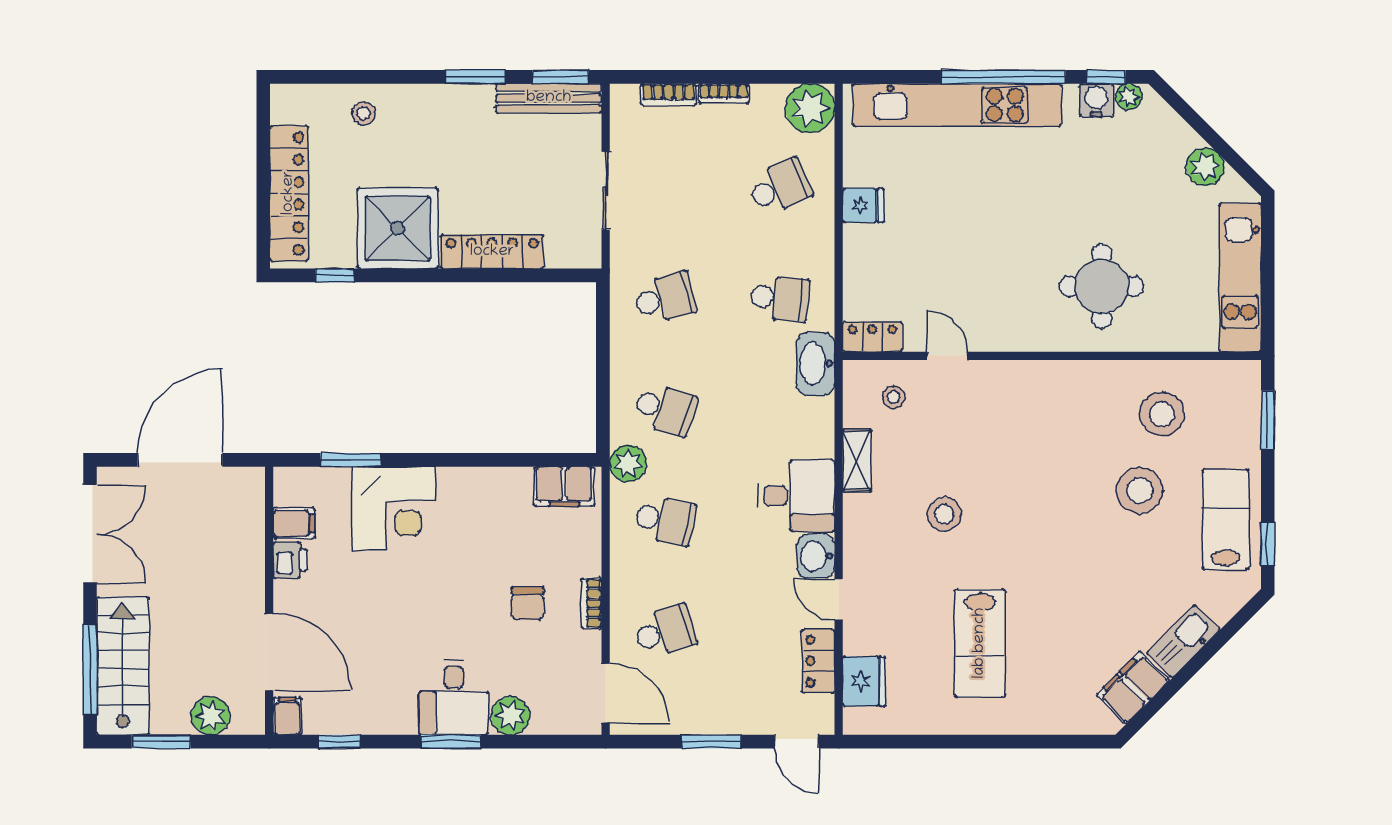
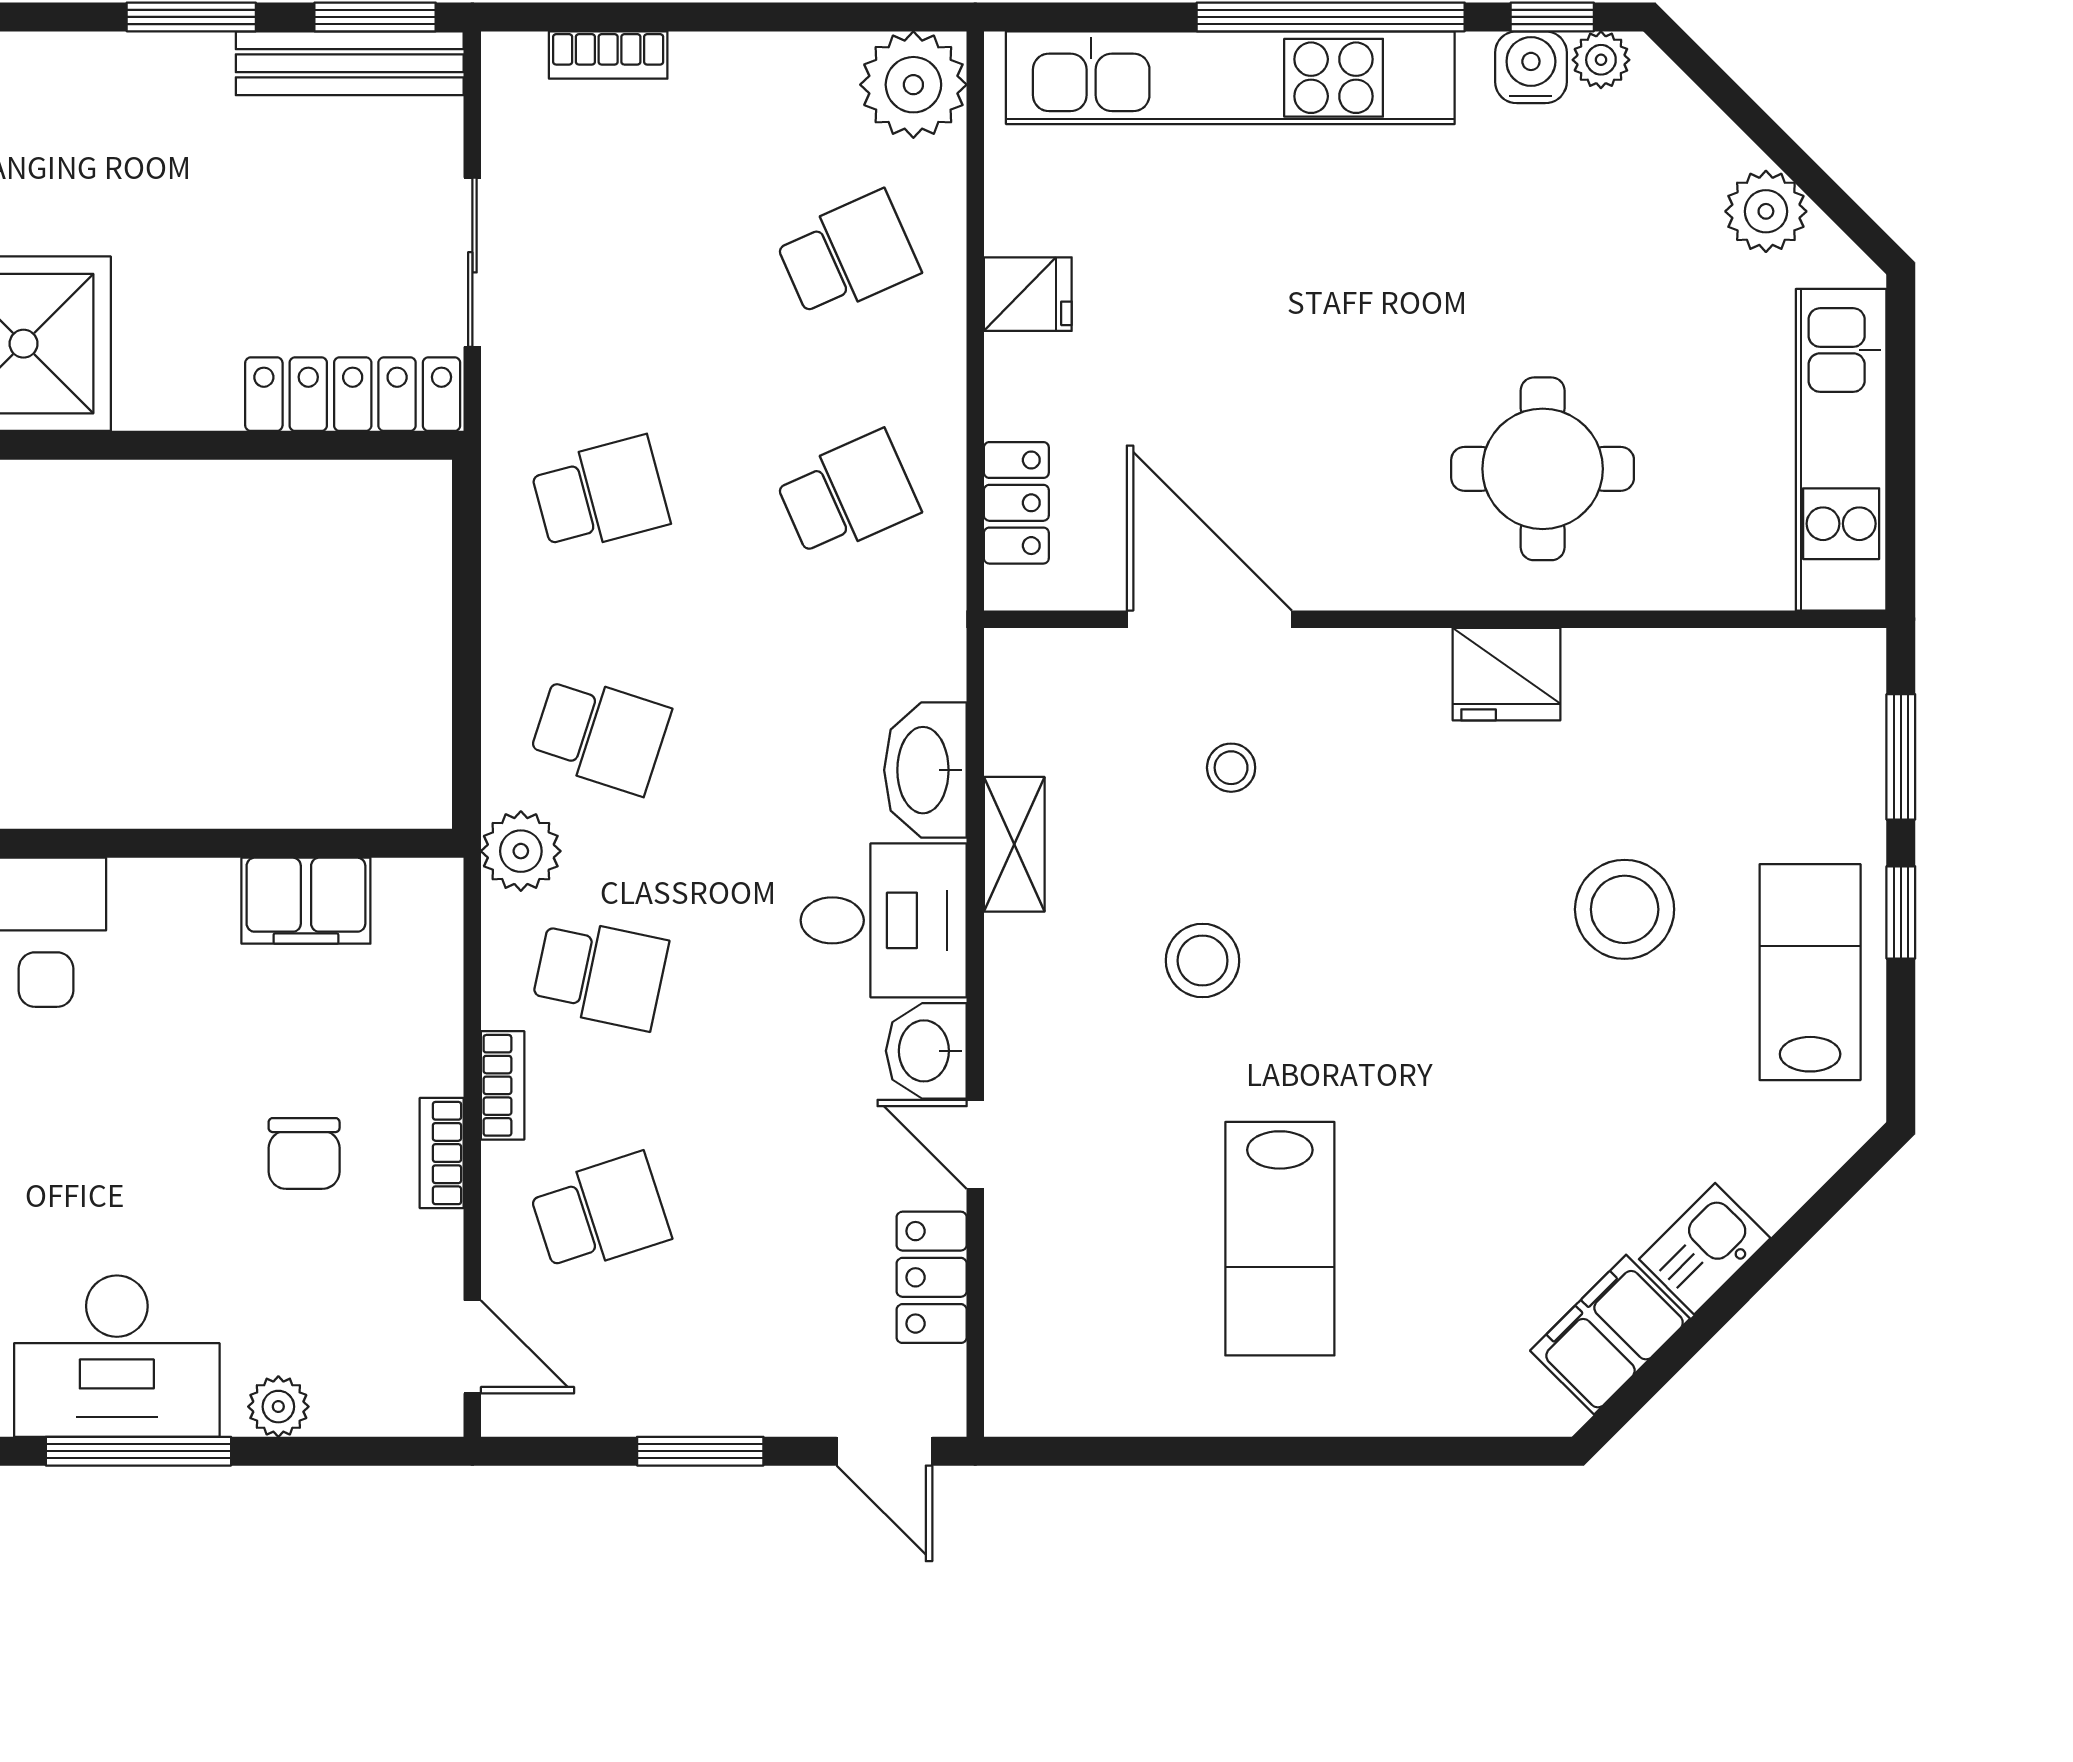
bookcase: (724, 94) -> (503, 1085), moved, turned -90
locker: (492, 252) -> (353, 394), moved
school desk: (780, 298) -> (848, 495), turned -30
locker: (872, 337) -> (1016, 503), moved, turned 90
door: (947, 356) -> (1209, 619), width x1.87
washbasin: (816, 364) -> (925, 770), moved
stool: (894, 397) -> (1231, 768), moved
stool: (1162, 414) -> (1673, 744), removed
filing cabinet: (564, 486) -> (306, 901), moved
window: (1268, 544) -> (1901, 912), moved
kitchen sink: (1183, 641) -> (1705, 1249), width x0.73
fridge: (864, 681) -> (1507, 674), moved, turned 90
door: (606, 693) -> (472, 1347), width x0.73
desk: (454, 698) -> (117, 1356), width x1.37
plant: (510, 716) -> (278, 1407), width x0.73, depth x0.73
window: (451, 742) -> (138, 1451), width x1.44

